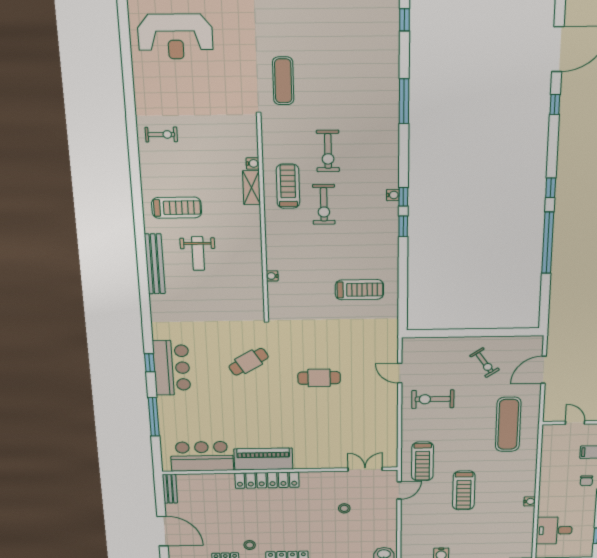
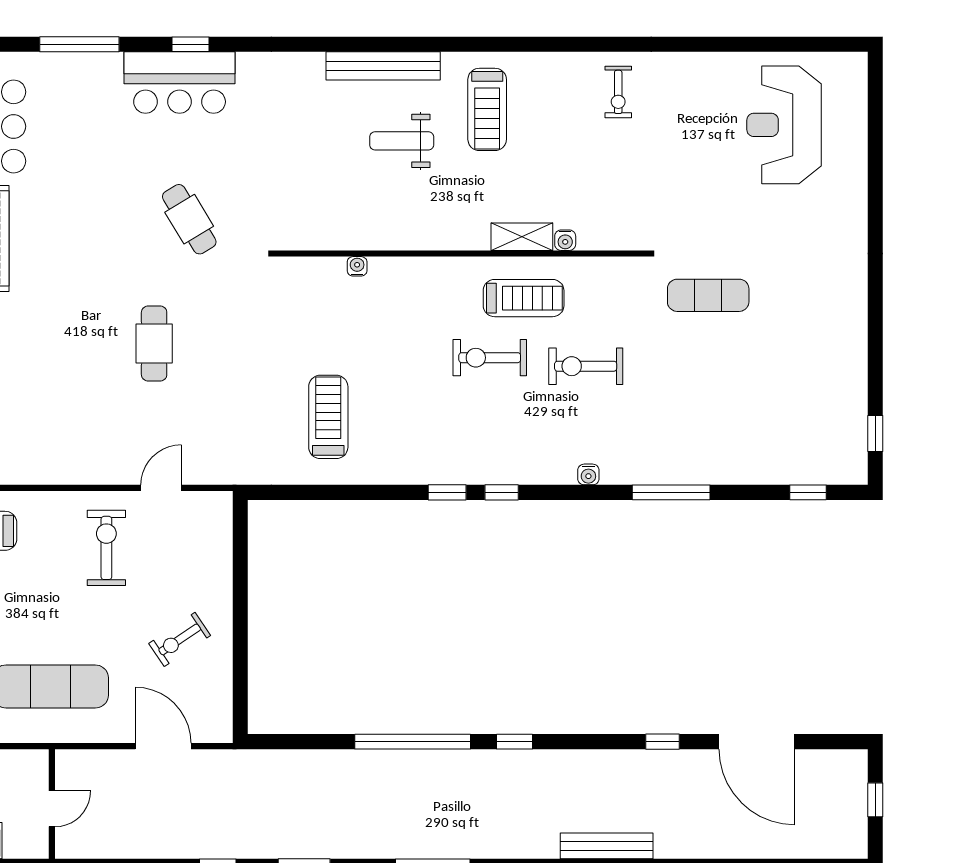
water cooler: (393, 195) -> (588, 474), moved
treadmill: (359, 290) -> (328, 417), turned 180

